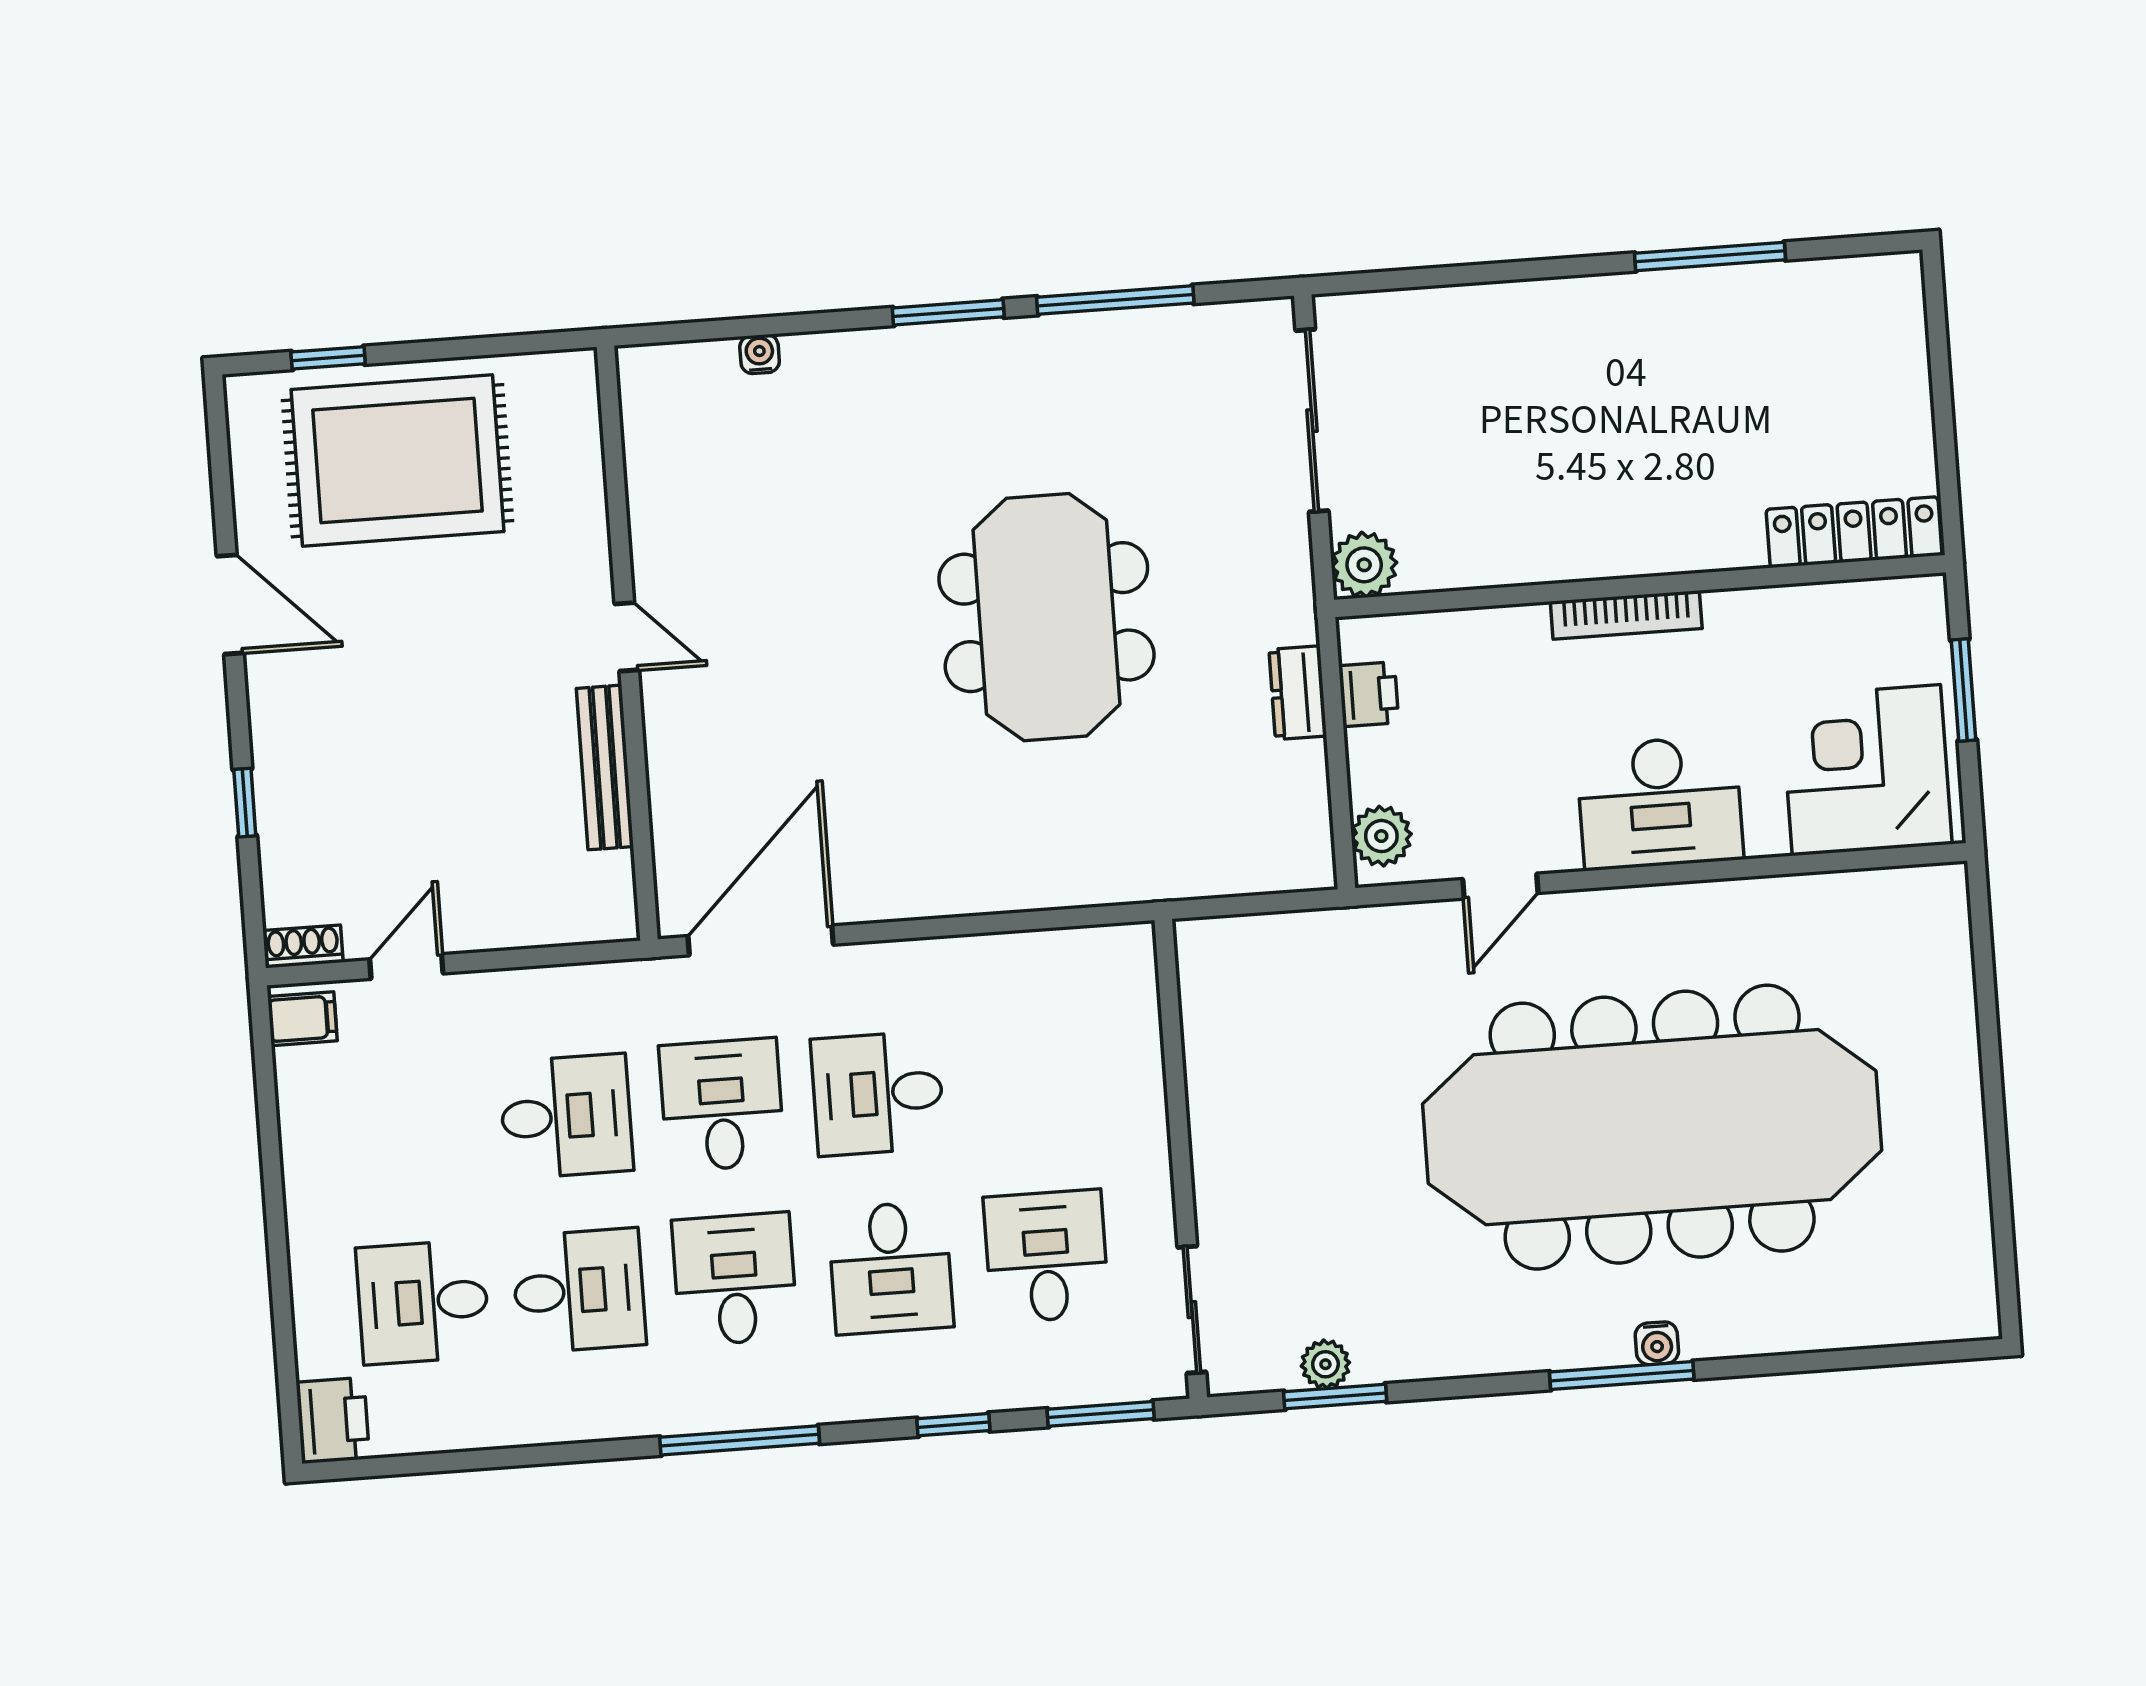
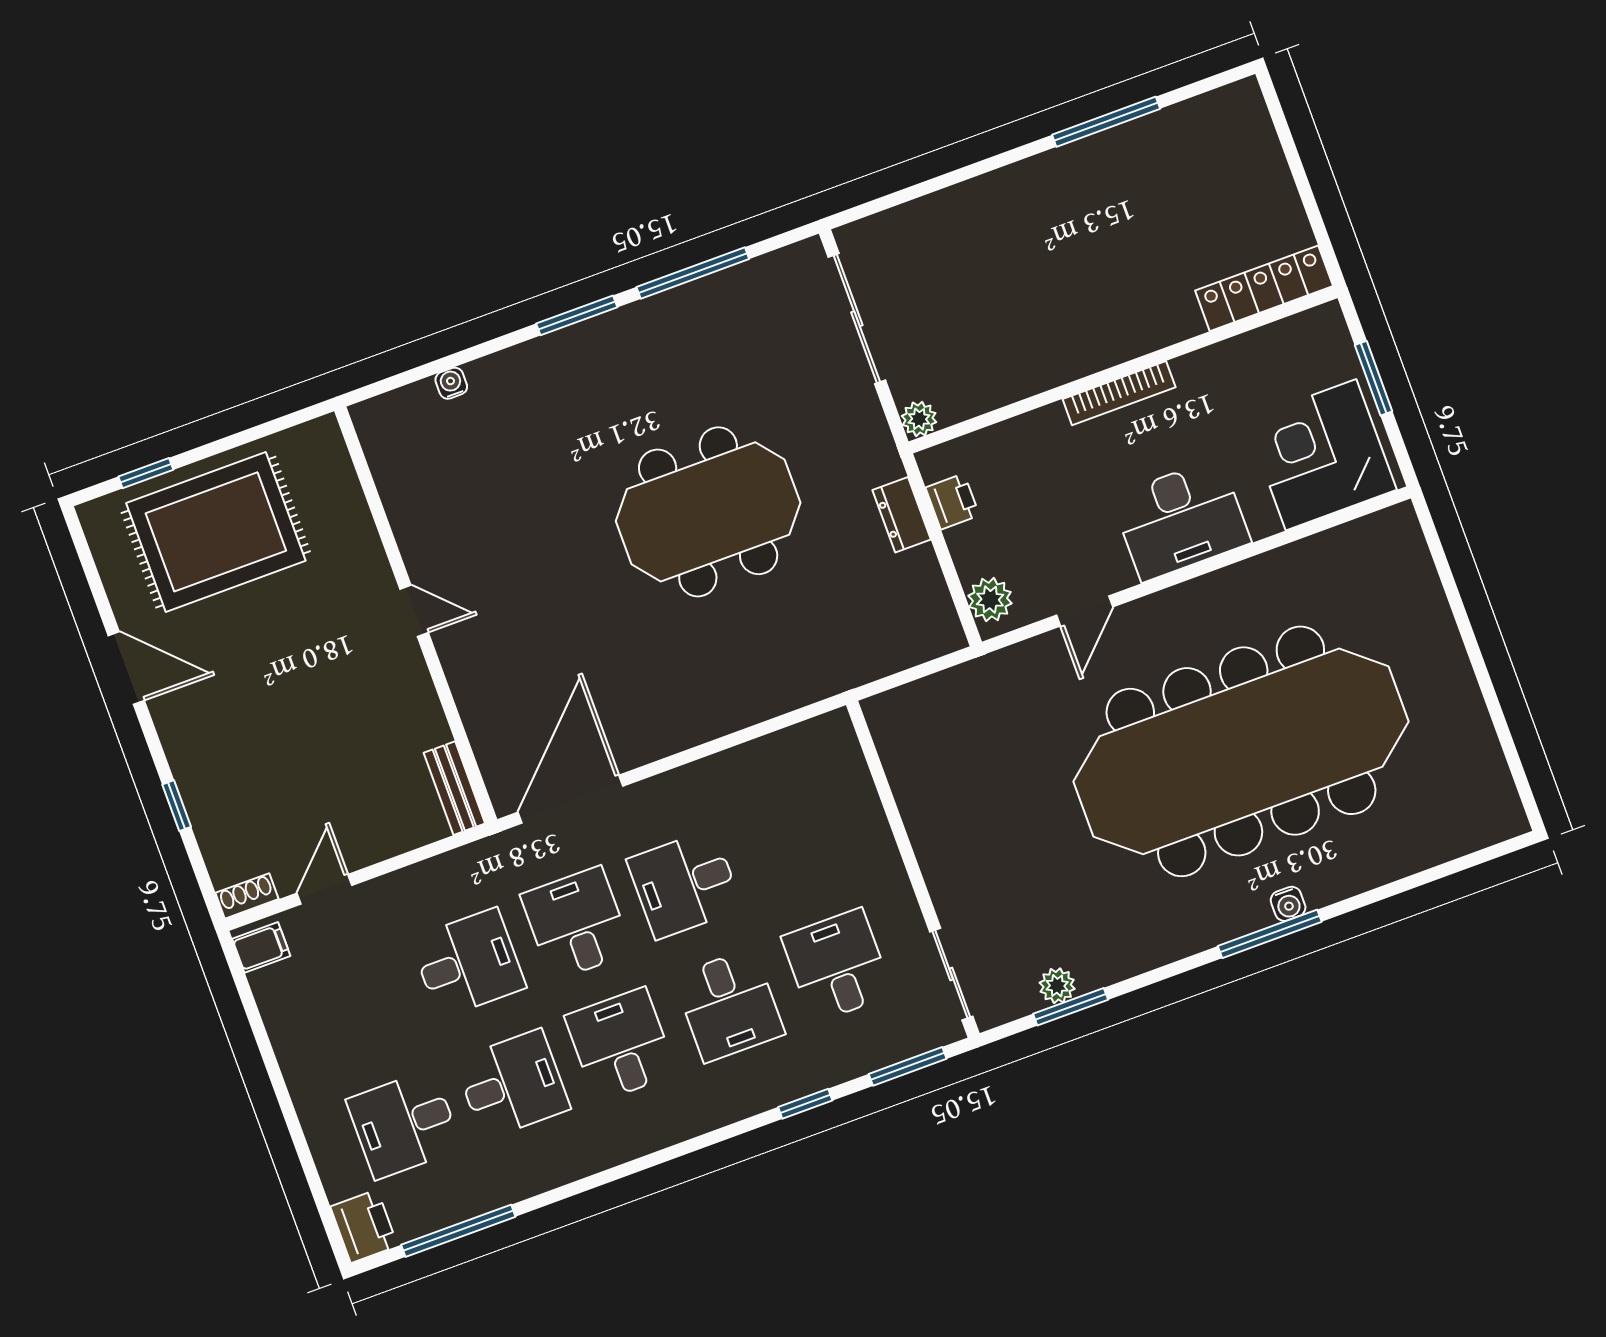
plant: (1364, 565) -> (919, 419), width x0.73, depth x0.73
meeting table: (1046, 617) -> (708, 512), turned 90
bench: (605, 767) -> (454, 788), moved, width x0.73
window: (740, 1440) -> (458, 1231), moved

